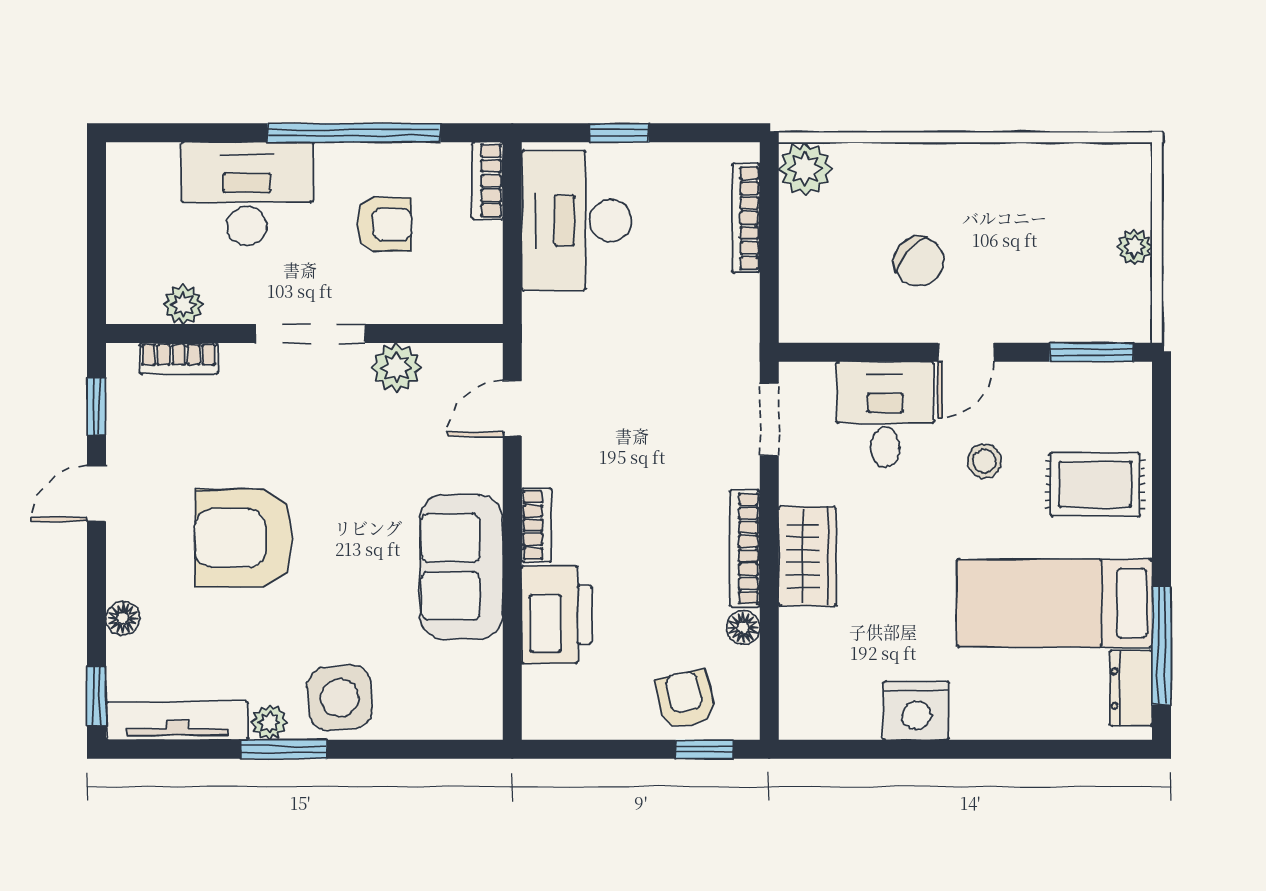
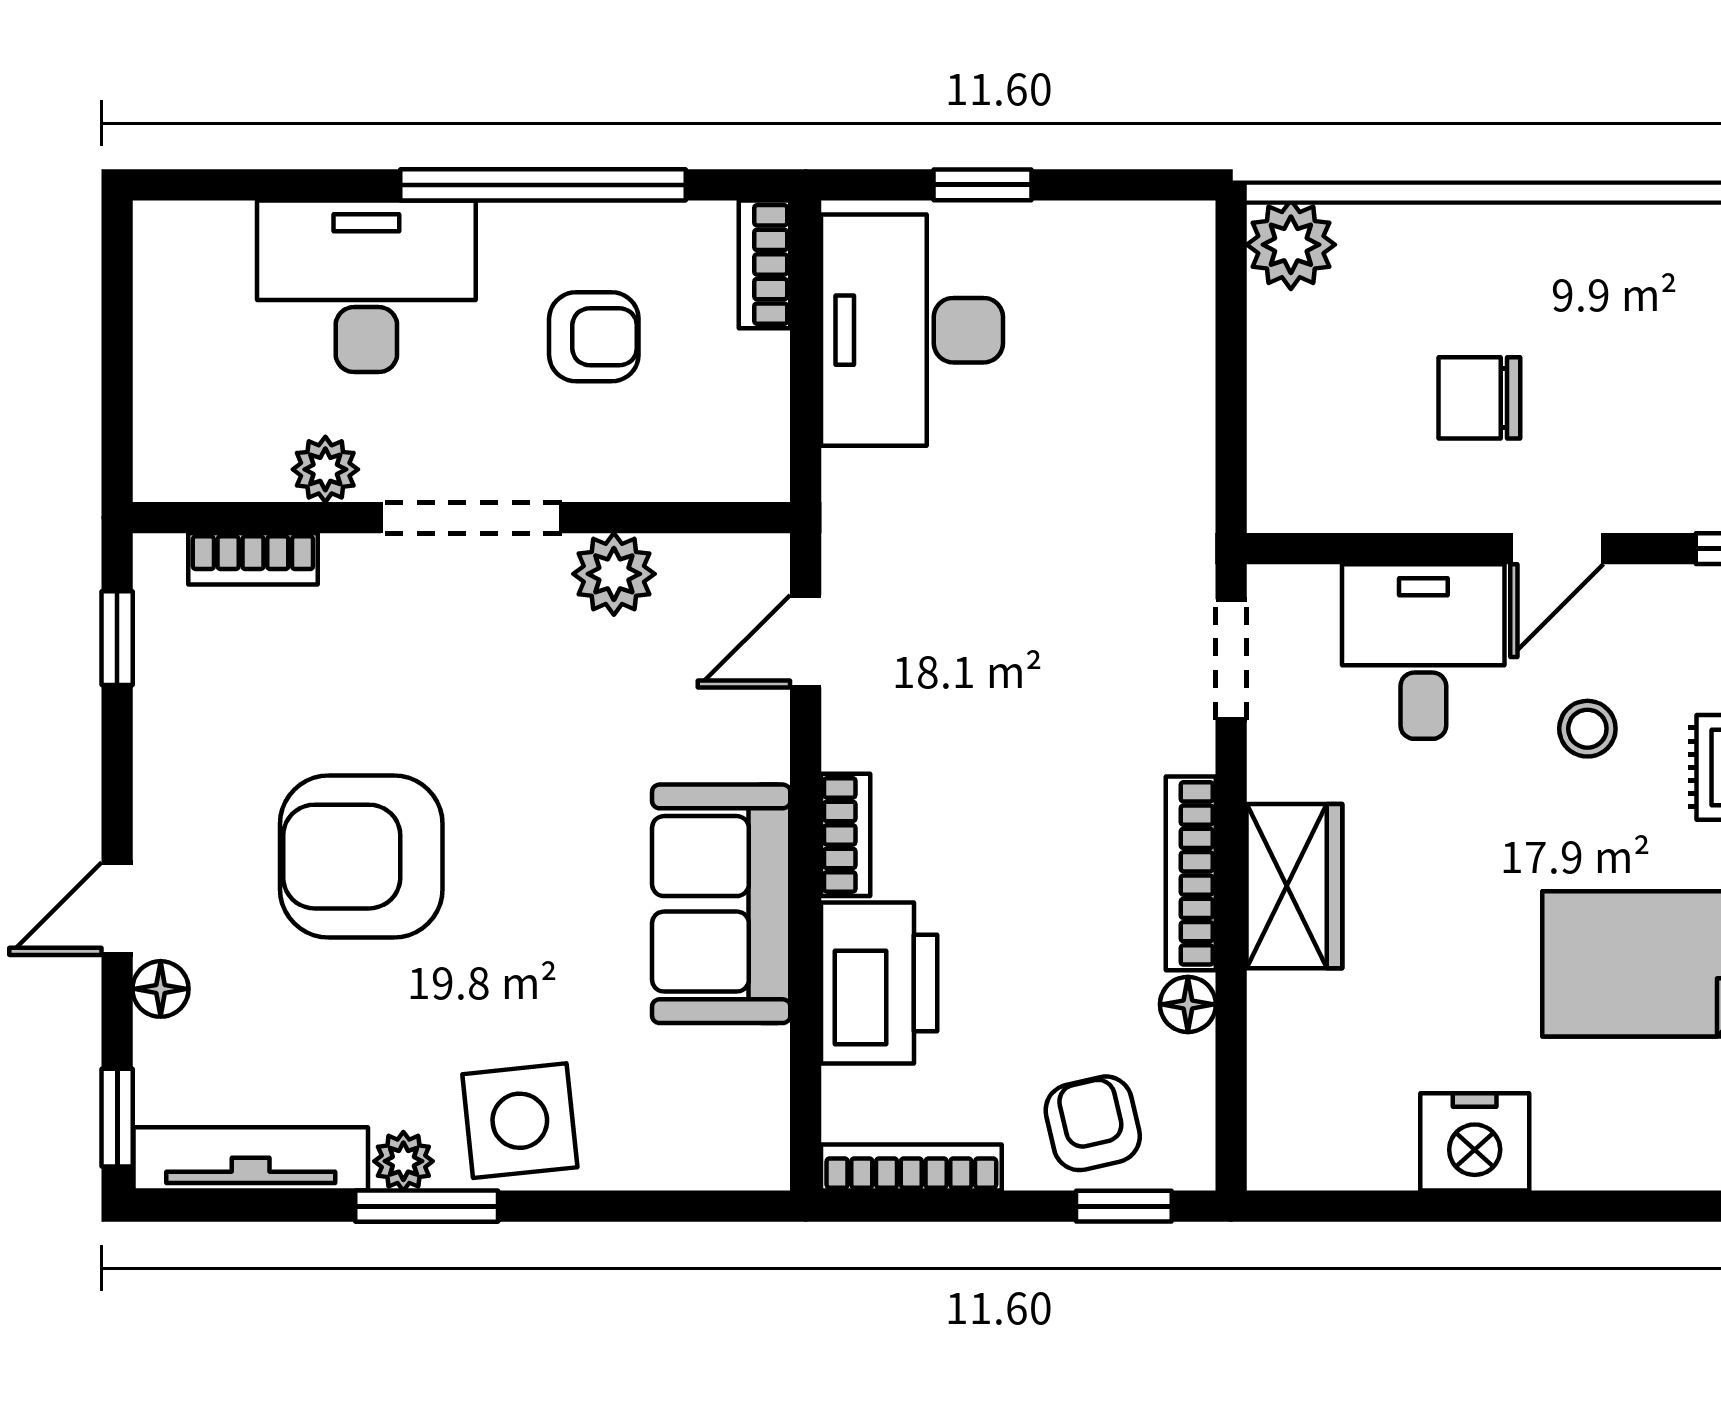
bookcase: (746, 218) -> (911, 1168), moved, turned 90
chair: (919, 261) -> (1479, 398), turned 140
plant: (183, 304) -> (325, 469), moved
door: (97, 493) -> (117, 909), moved

